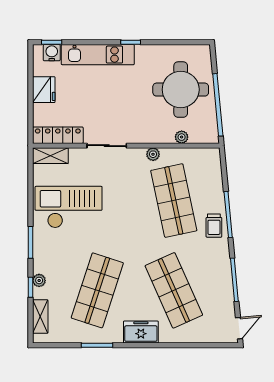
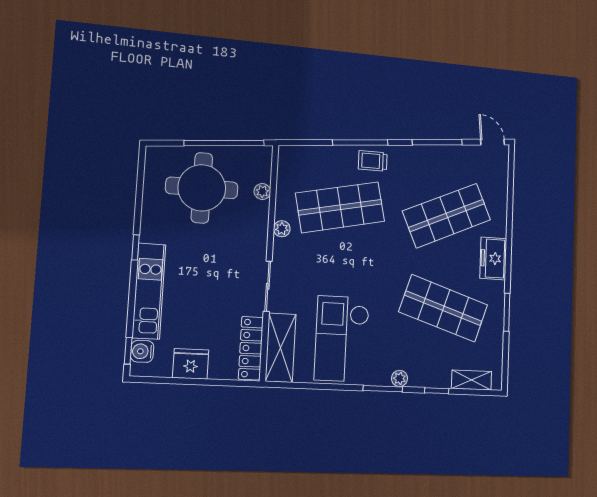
shelving: (50, 156) -> (280, 348), width x1.50, depth x1.33
trolley: (214, 226) -> (373, 161), turned 180
plant: (39, 280) -> (400, 378), moved

